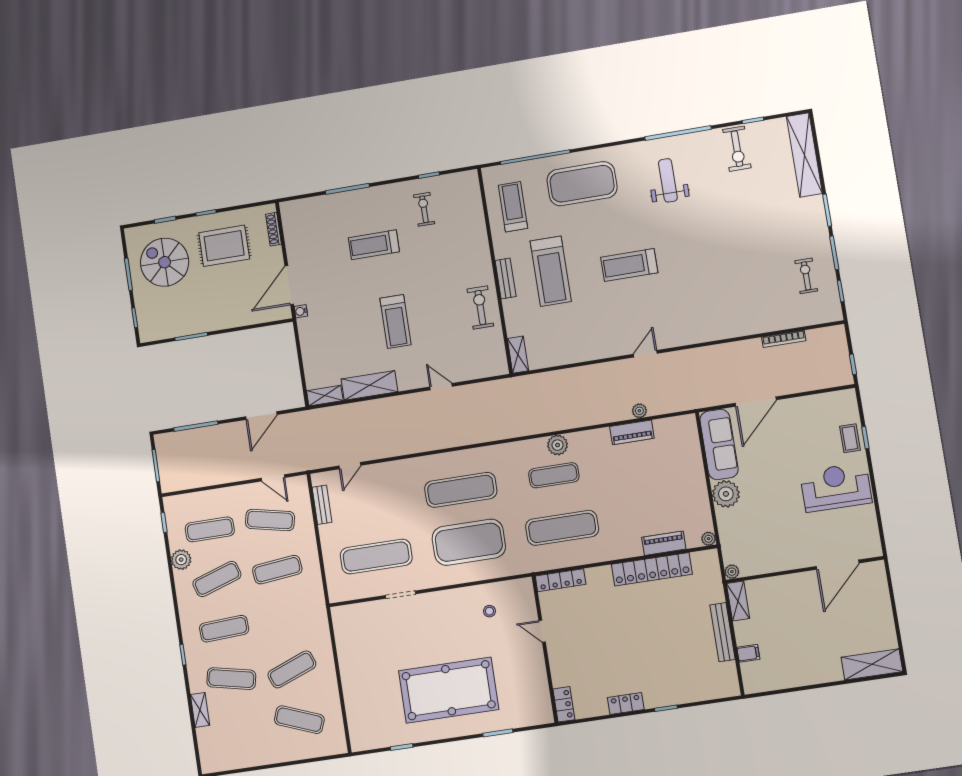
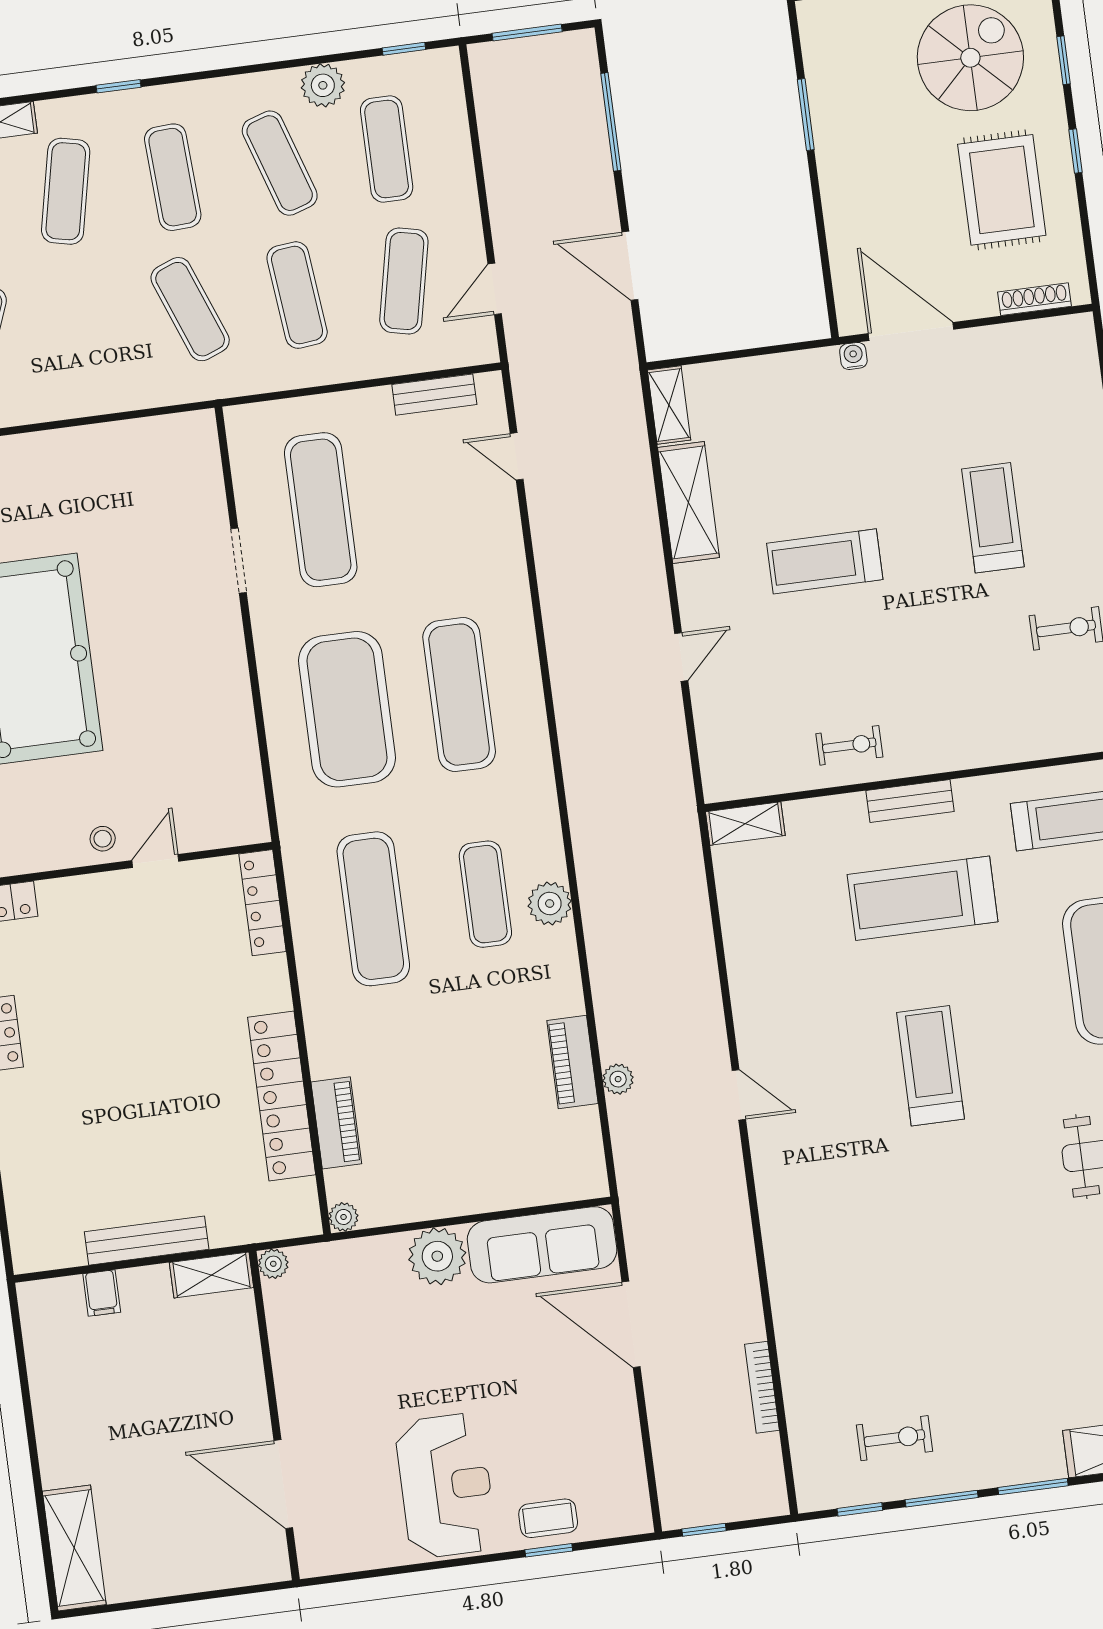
exercise bike: (480, 307) -> (849, 745), width x0.73, depth x0.72
stool: (489, 611) -> (103, 839), moved
exercise mat: (292, 669) -> (190, 309), moved

